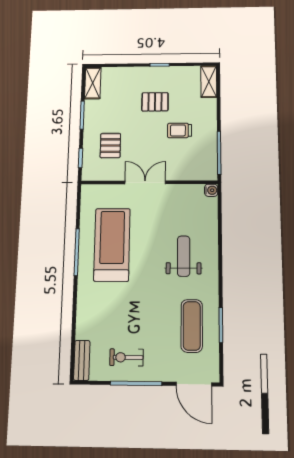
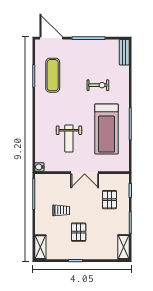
pallet: (155, 102) -> (79, 232), turned 90
weight bench: (184, 256) -> (69, 138), moved
exercise bike: (126, 357) -> (98, 85), moved

